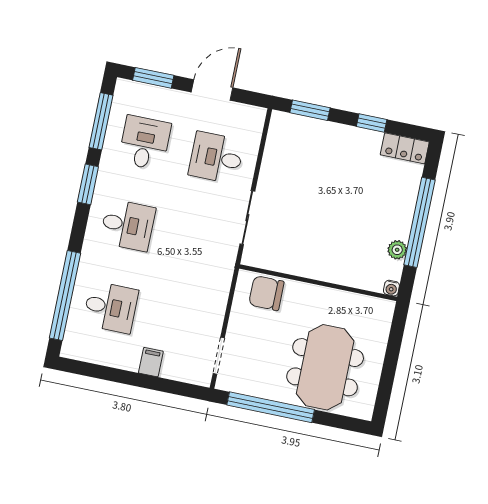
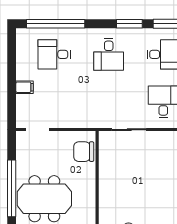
chair: (266, 293) -> (84, 152), turned -90
desk: (111, 307) -> (54, 54), turned 90
window: (271, 407) -> (12, 188), moved

